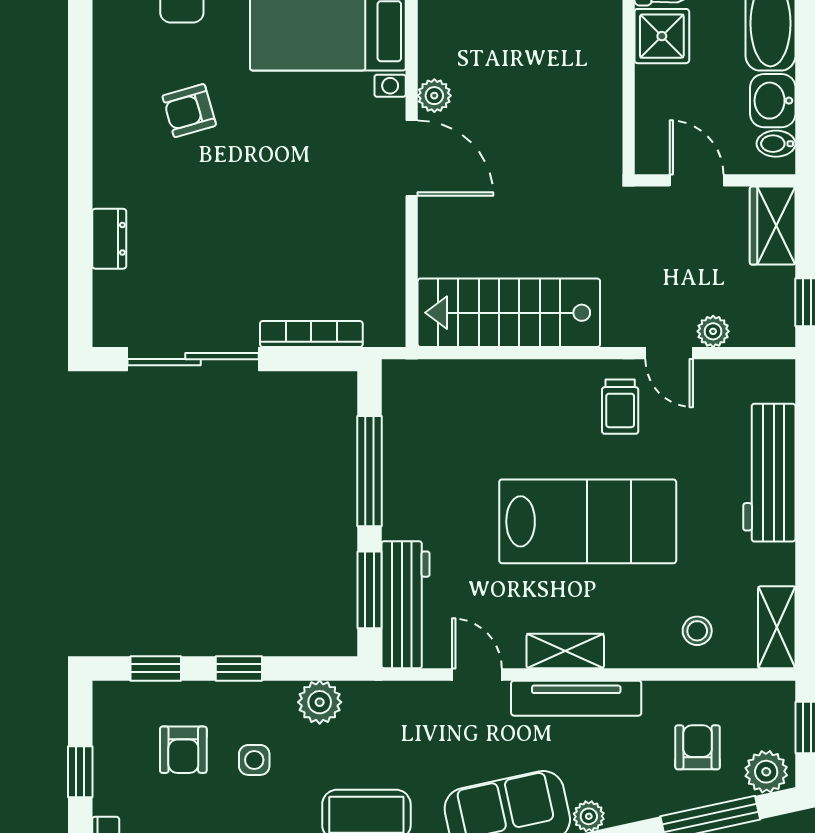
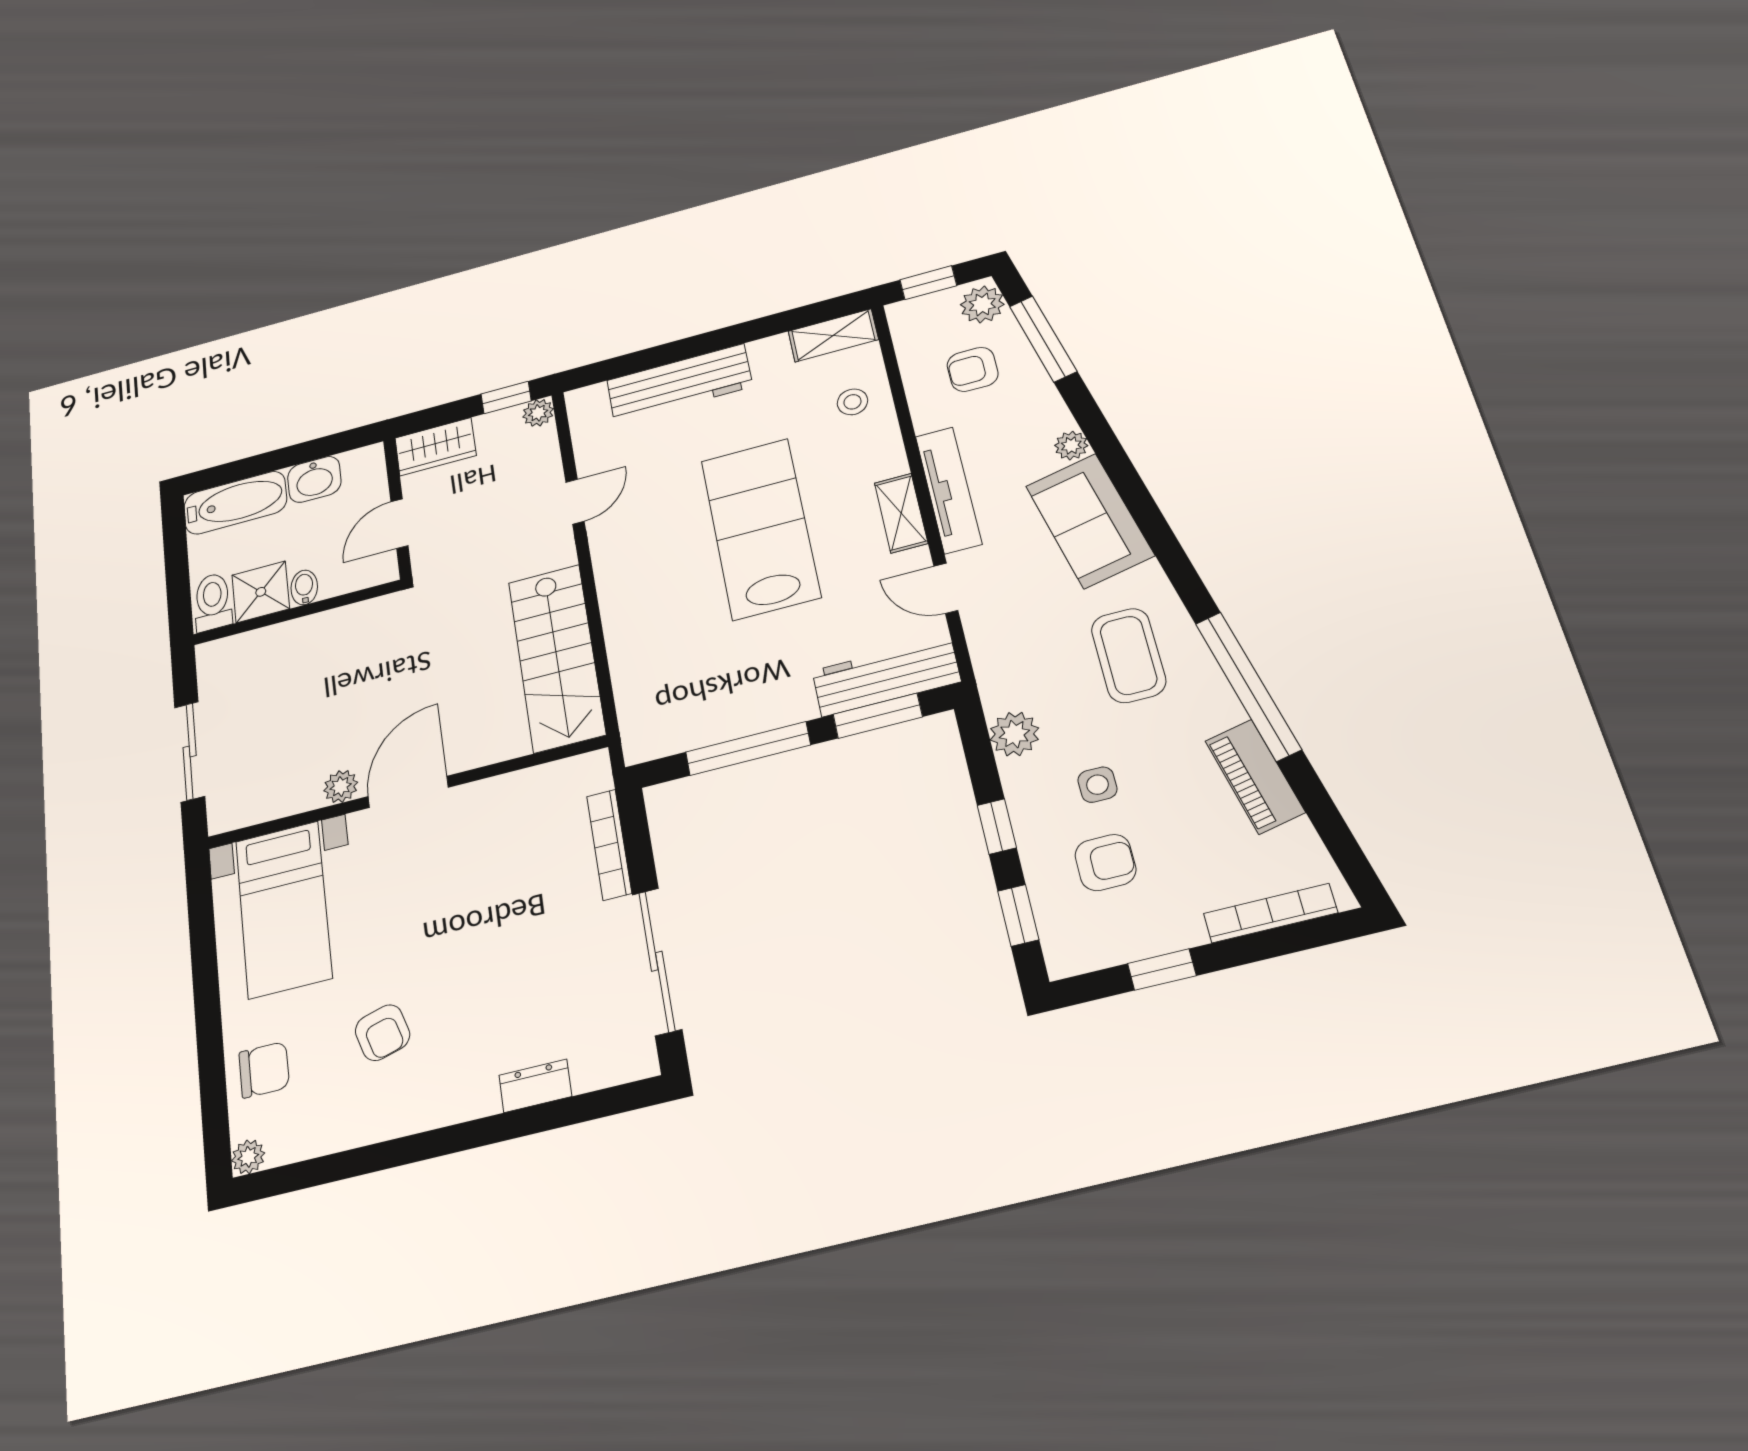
bidet: (776, 144) -> (304, 587), moved, turned 180
plant: (713, 331) -> (538, 413), moved
trolley: (620, 407) -> (637, 530), removed
door: (477, 675) -> (946, 588), hinge flipped

